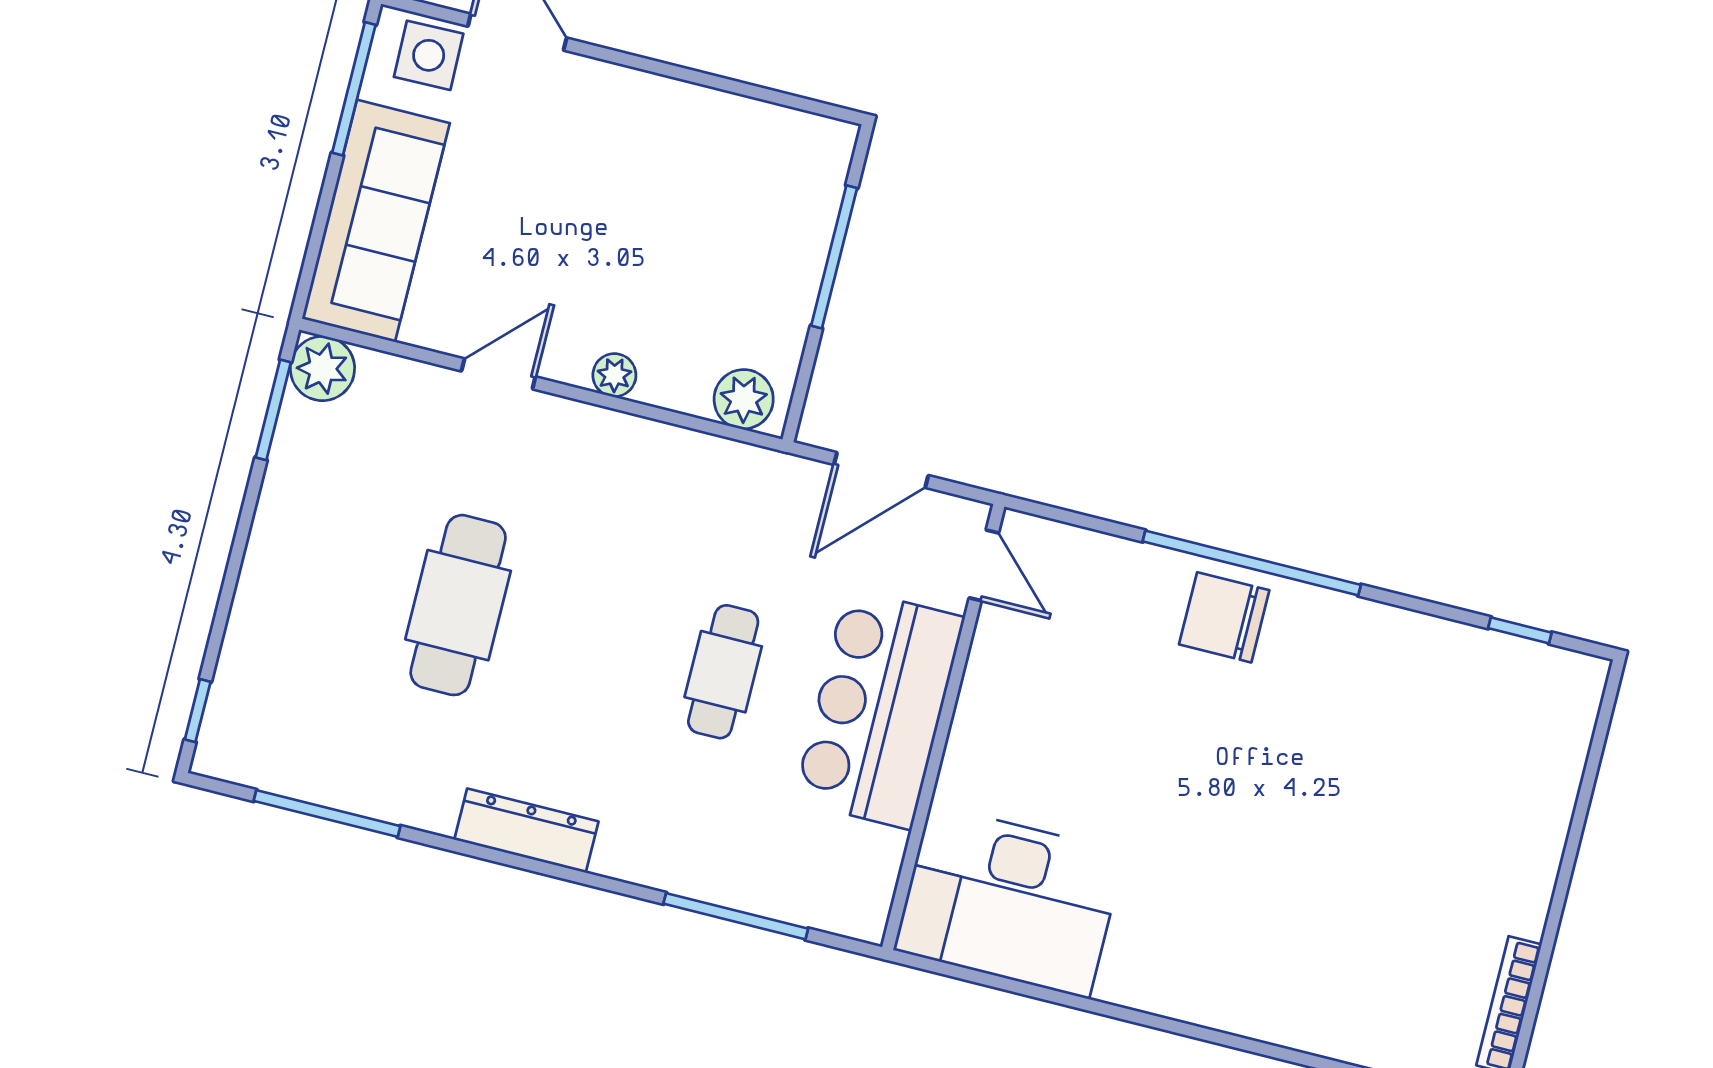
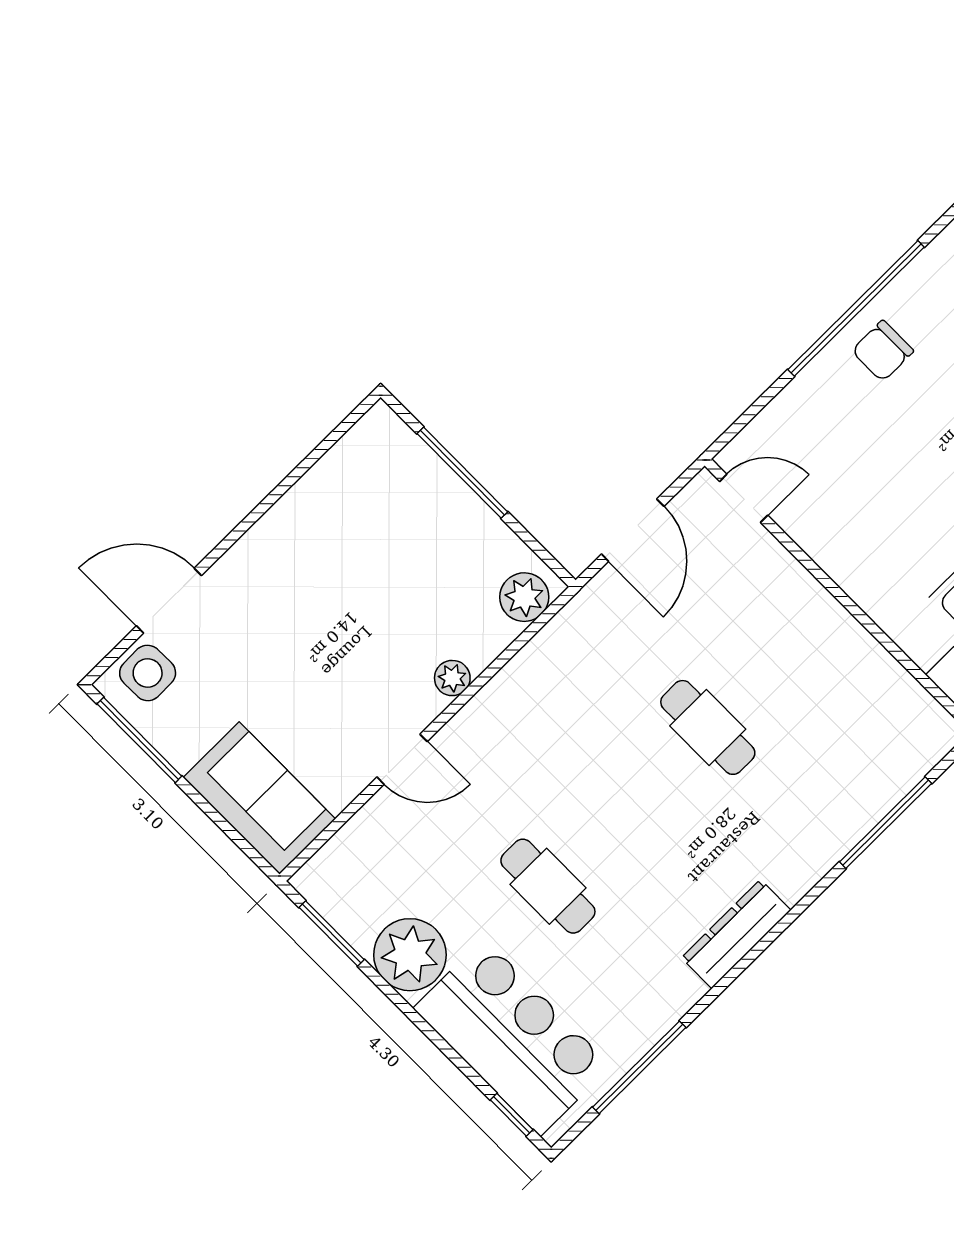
sofa: (376, 221) -> (259, 798), width x0.73
plant: (322, 369) -> (410, 955), moved, width x1.36, depth x1.36
door: (498, 374) -> (402, 759), swing flipped
cafe table: (458, 605) -> (548, 886), width x0.73, depth x0.74
chair: (1224, 617) -> (883, 351), width x0.73, depth x0.73
bar counter: (879, 709) -> (512, 1037), moved, turned 180

